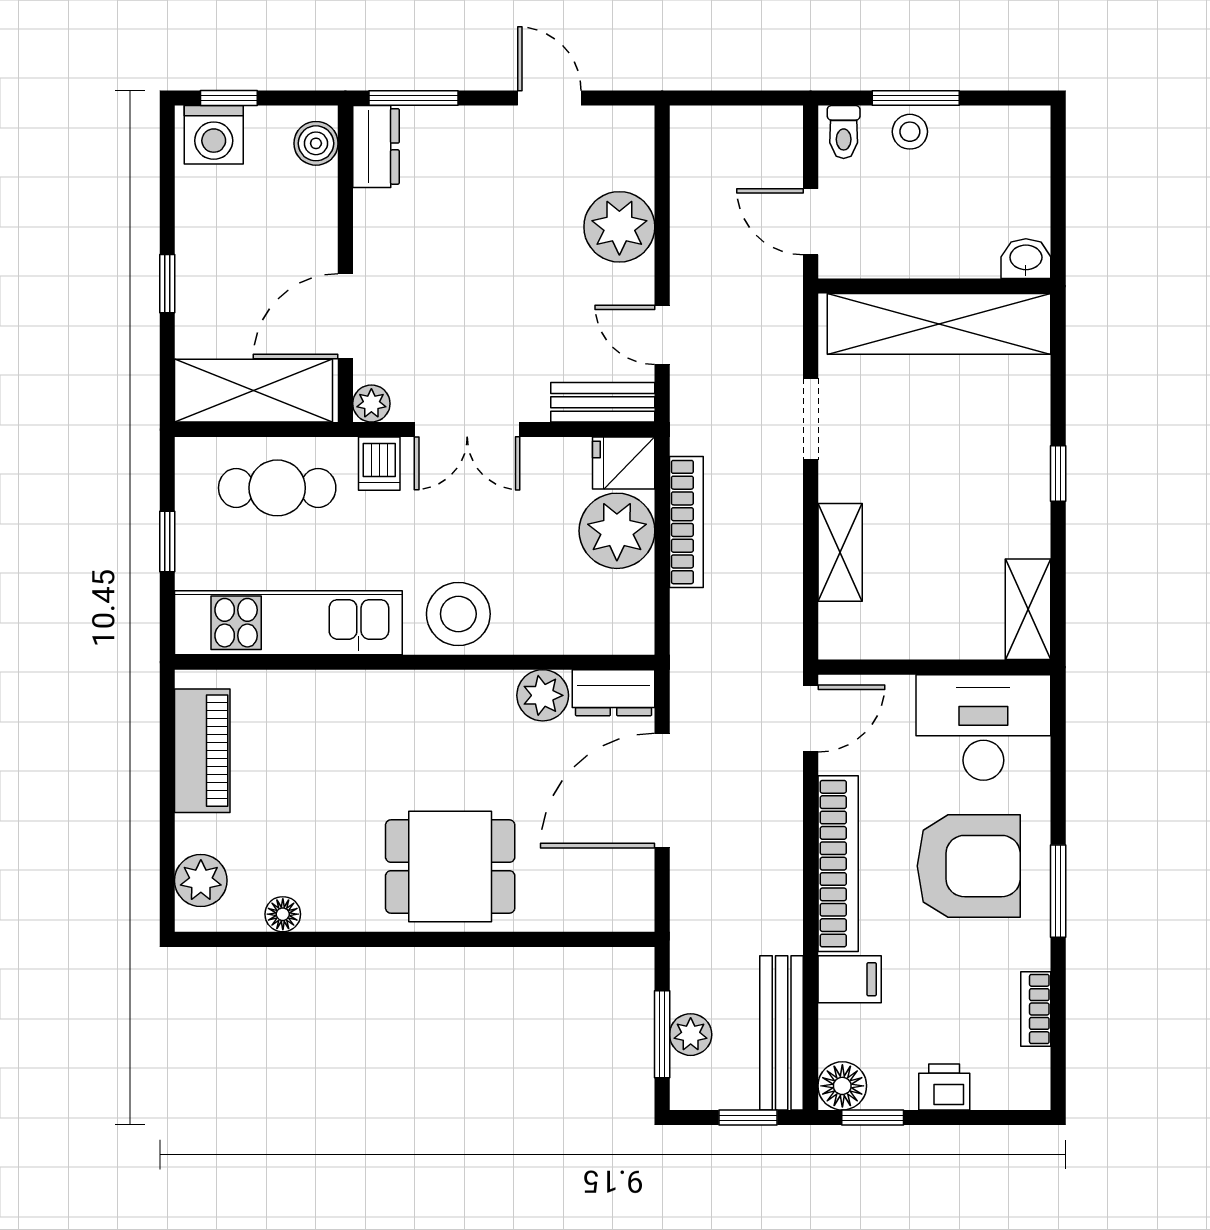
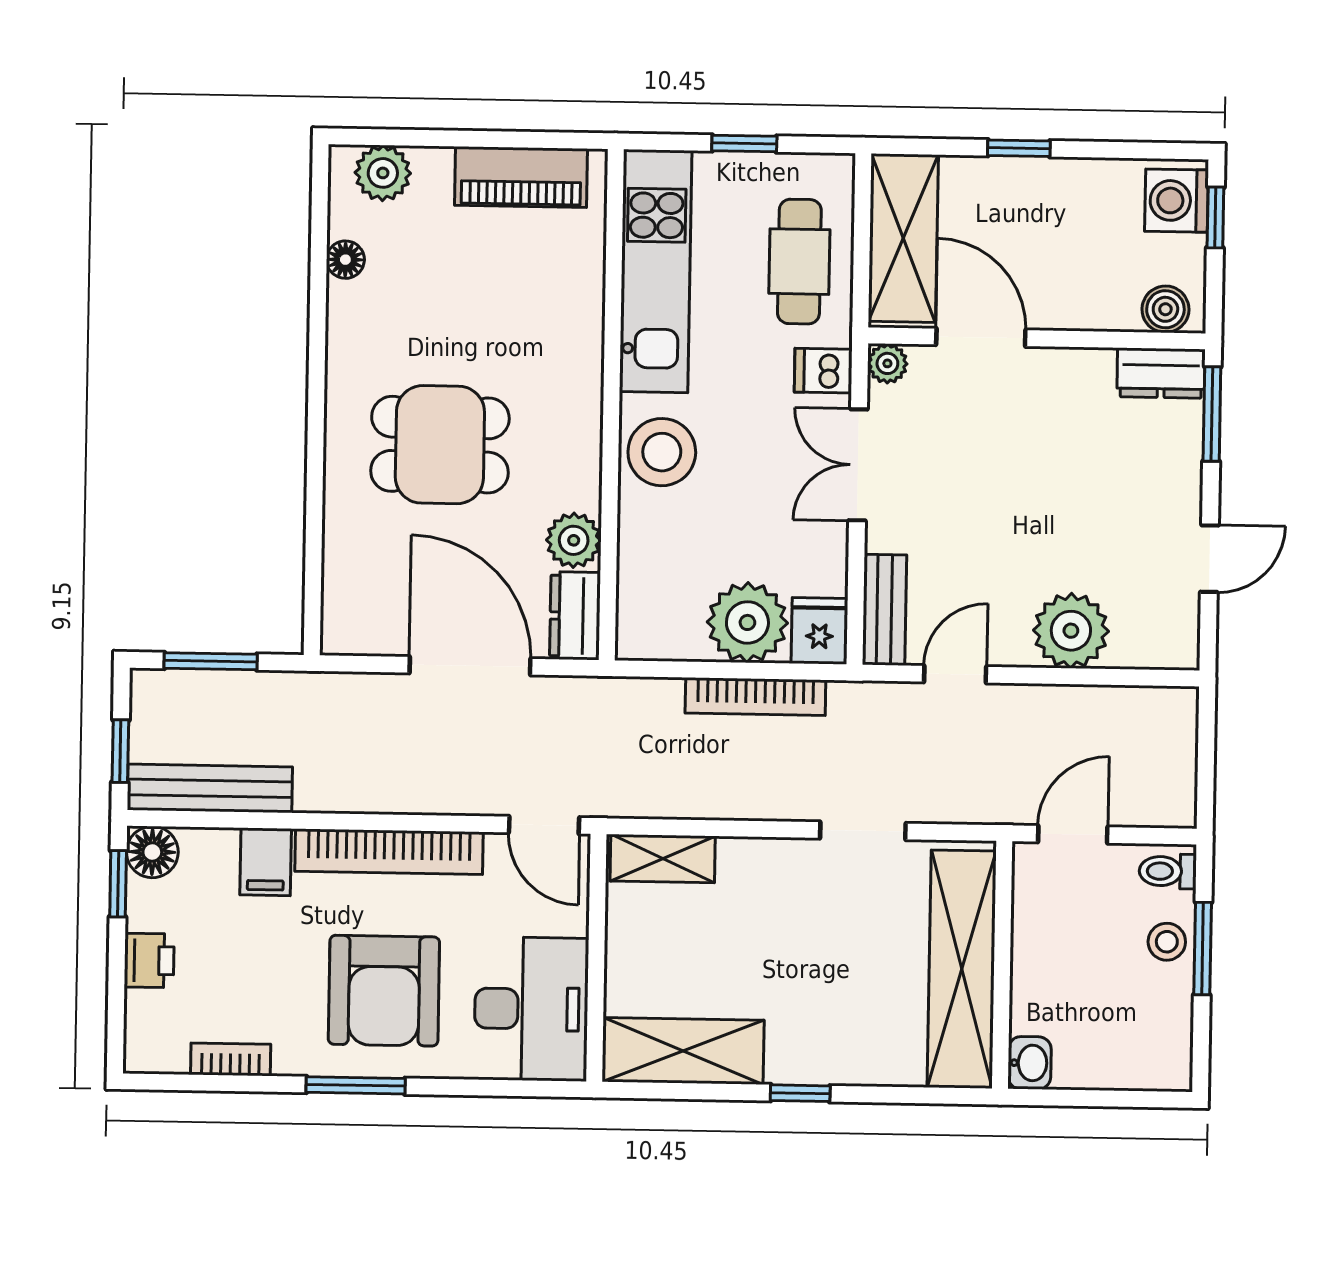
shelving: (840, 552) -> (663, 859), moved
shelving: (1028, 609) -> (683, 1051), width x1.50, depth x1.33
dining table: (450, 867) -> (440, 445), moved, turned 90
plant: (691, 1035) -> (210, 691), removed

